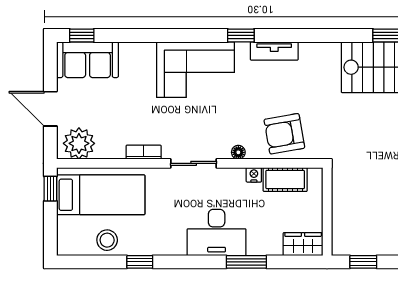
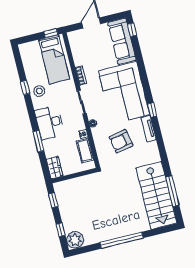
sofa: (88, 60) -> (122, 41), width x1.36
corner sofa: (196, 70) -> (124, 93), width x1.36, depth x1.36
armchair: (284, 134) -> (121, 141), moved, turned -91
plant: (79, 143) -> (77, 42), removed
stool: (107, 240) -> (39, 91), moved

